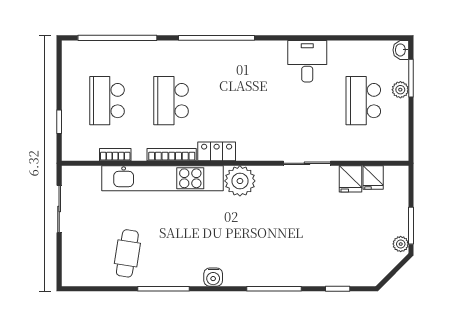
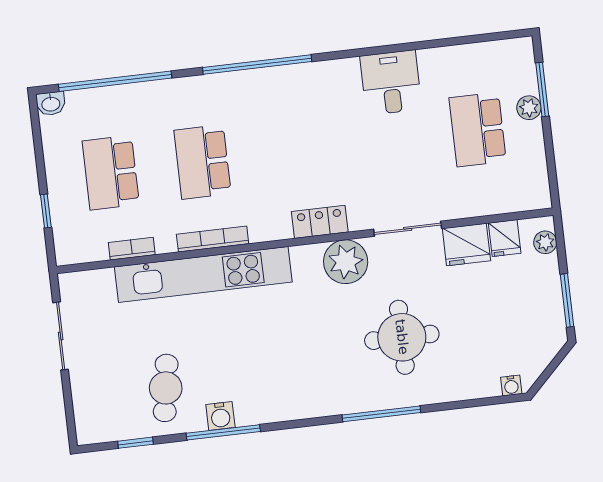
washbasin: (401, 50) -> (51, 104), moved, turned -90
locker: (217, 151) -> (320, 222), moved
fridge: (350, 179) -> (466, 245), width x1.38
plant: (240, 181) -> (346, 262), moved
round table: (294, 238) -> (402, 337), added
plant: (401, 244) -> (545, 242), moved
water cooler: (213, 277) -> (220, 416), moved
water cooler: (366, 280) -> (511, 385), added
window: (338, 289) -> (136, 443), moved

